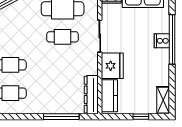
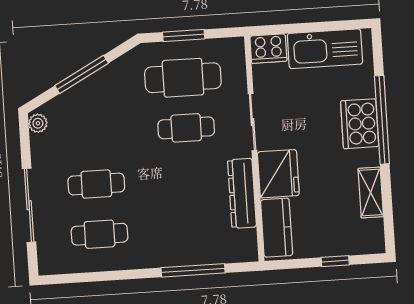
cooker: (162, 41) -> (360, 124), width x1.87, depth x1.31
dresser: (91, 95) -> (242, 193), moved
shelving: (163, 100) -> (371, 193), moved

